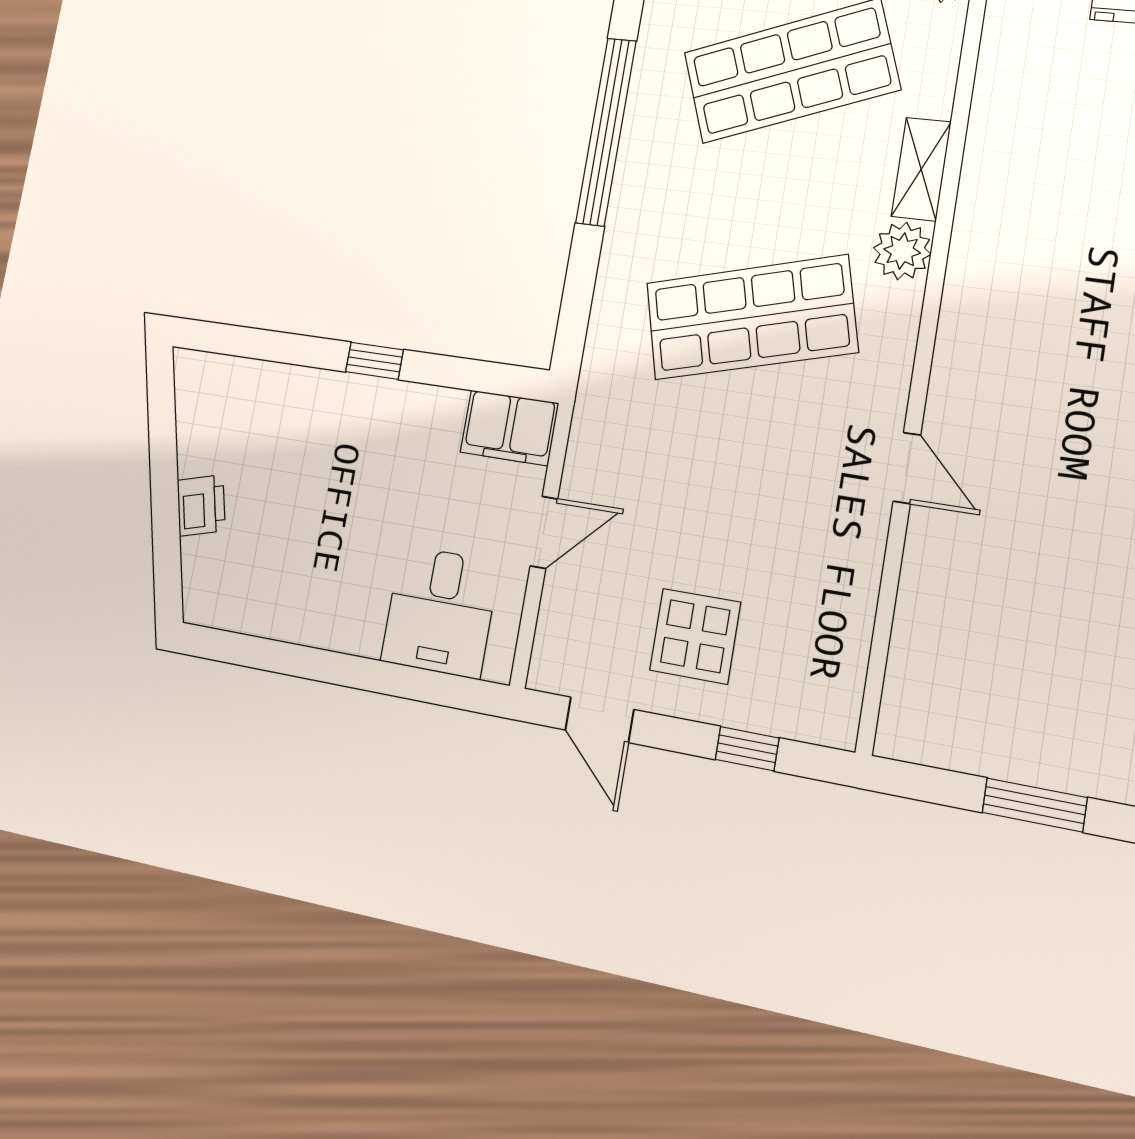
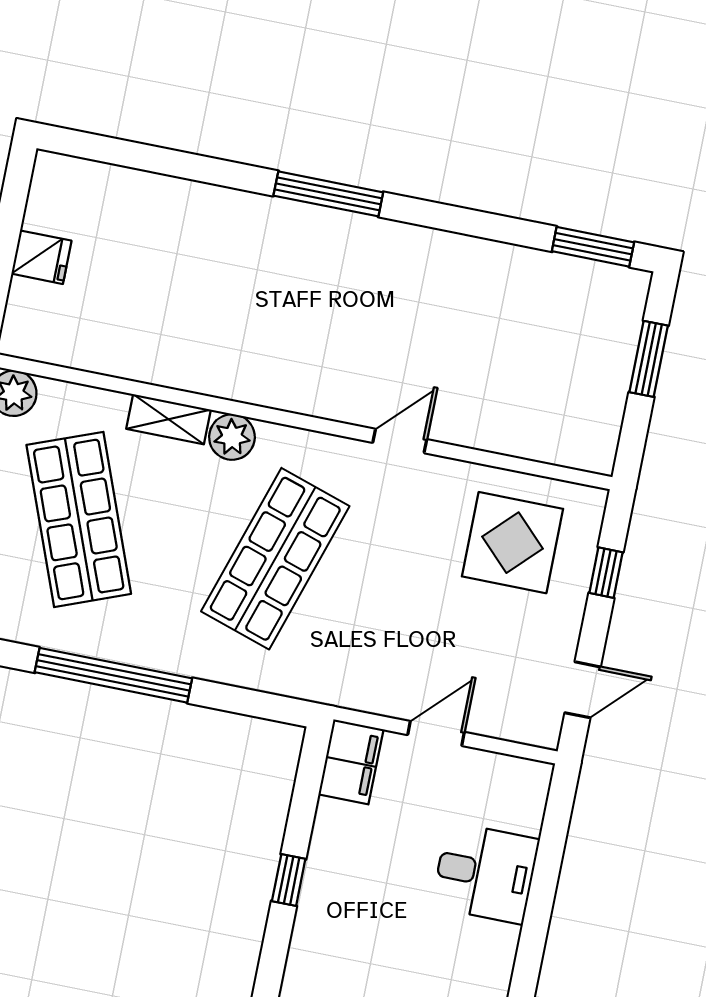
shop shelf: (751, 317) -> (275, 559), turned 33
door: (544, 532) -> (436, 733), hinge flipped
desk: (440, 612) -> (485, 873), moved
display table: (695, 636) -> (512, 543), moved, width x1.36, depth x1.36

